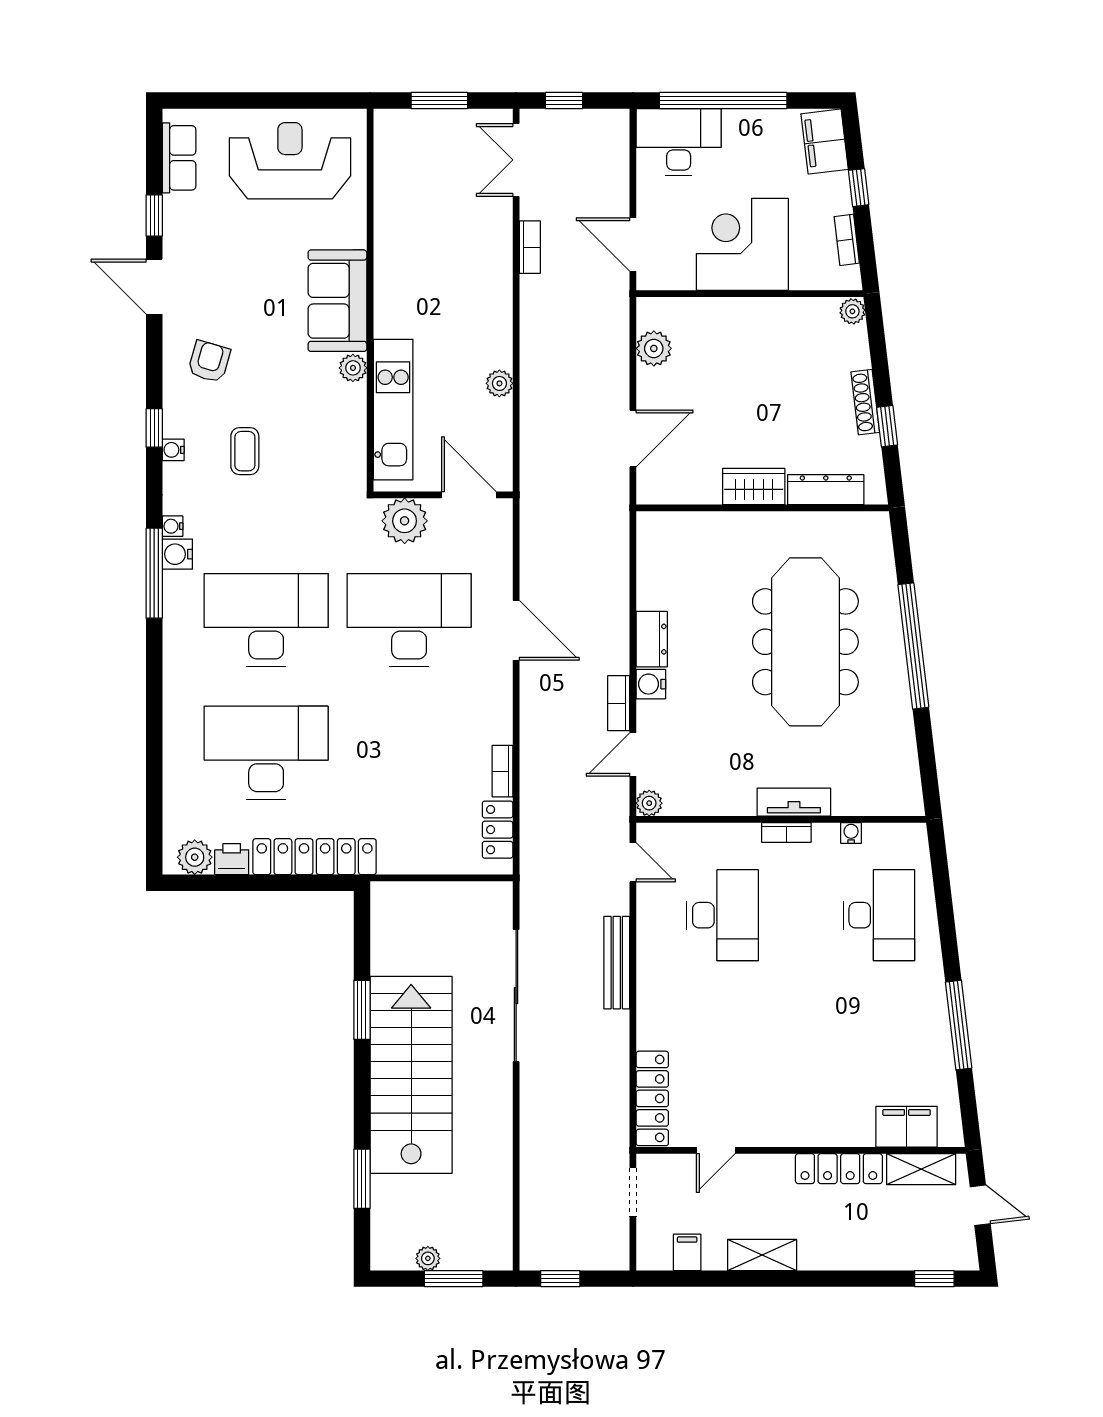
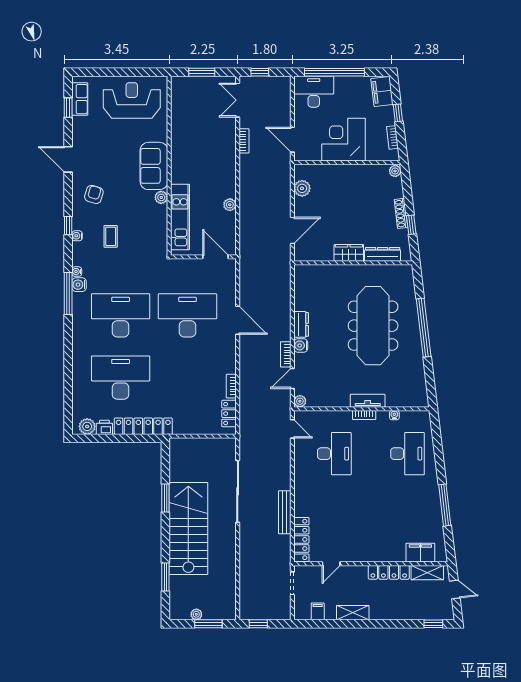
window: (154, 216) -> (68, 108), moved
plant: (405, 521) -> (185, 269), removed
bench: (617, 963) -> (285, 512), moved

